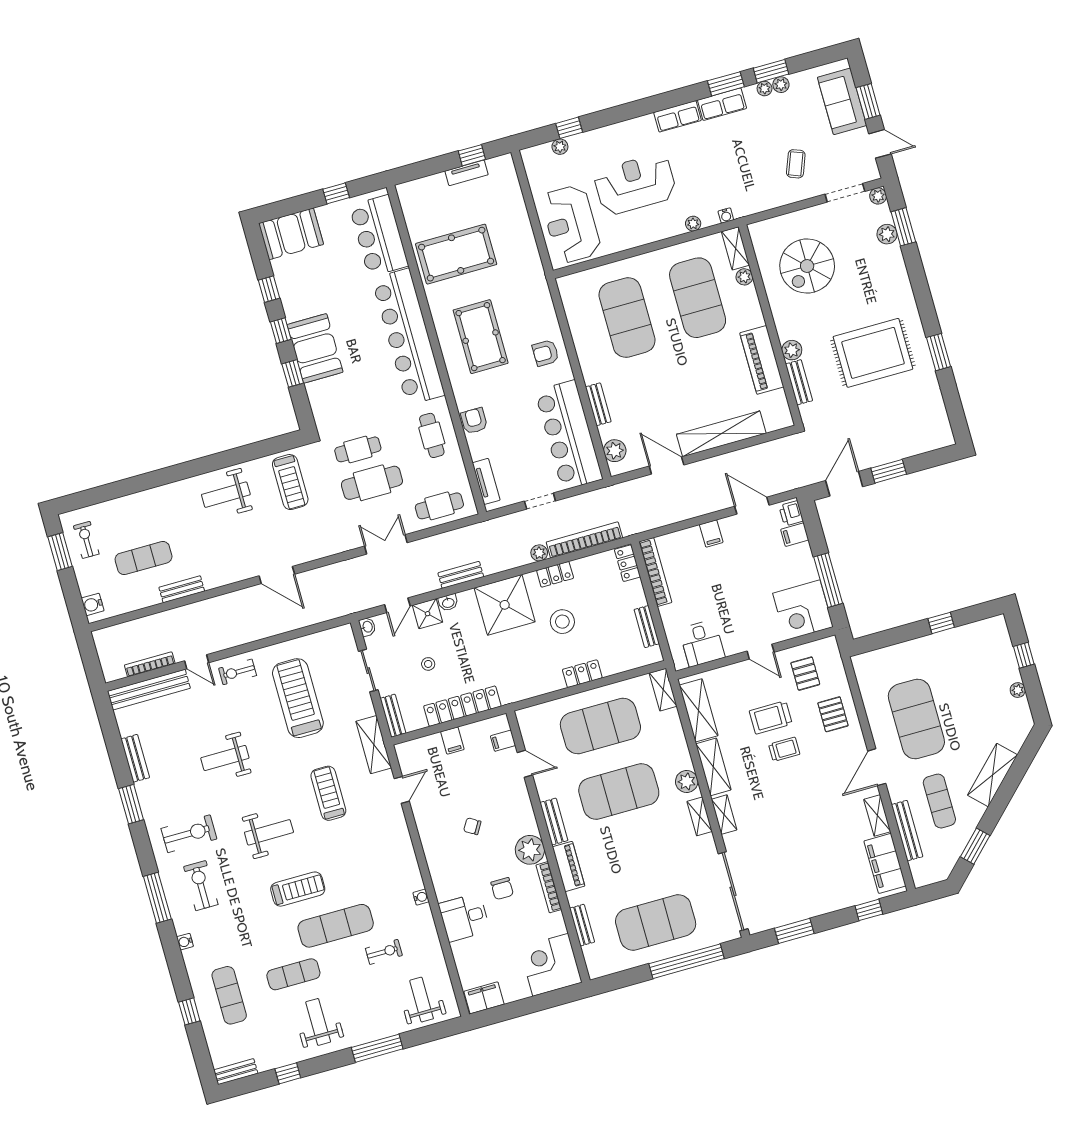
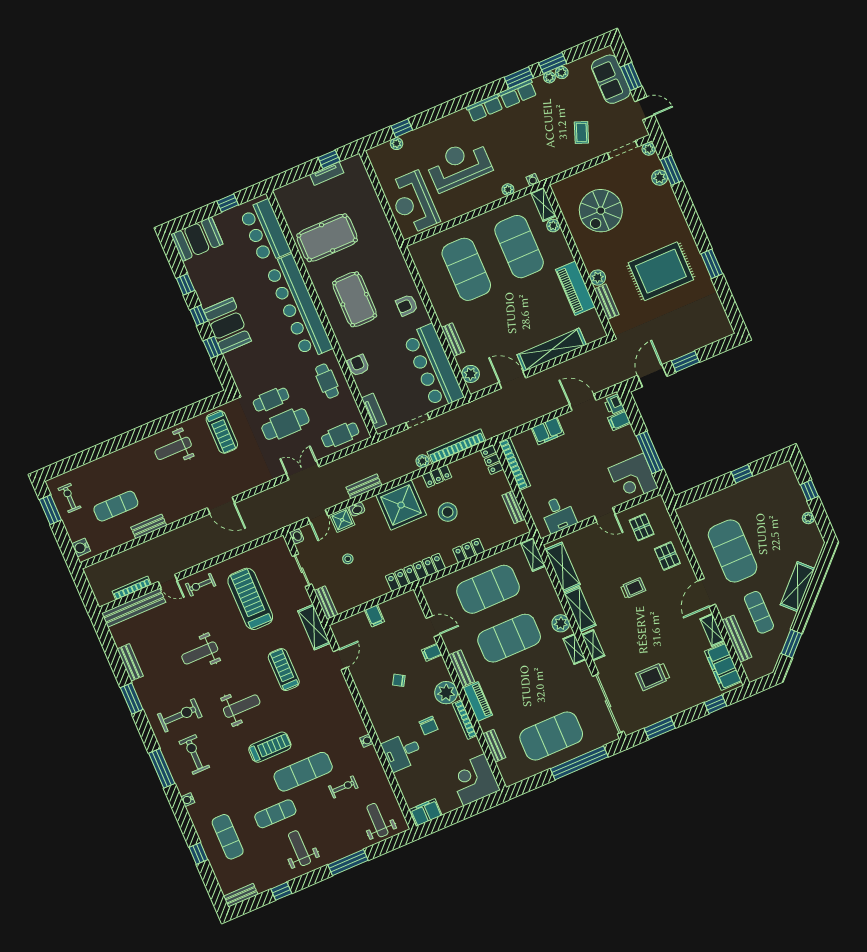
filing cabinet: (711, 533) -> (548, 431), width x2.00
locker: (462, 706) -> (415, 572), moved
trolley: (771, 717) -> (653, 676), moved
filing cabinet: (503, 741) -> (432, 652), moved

